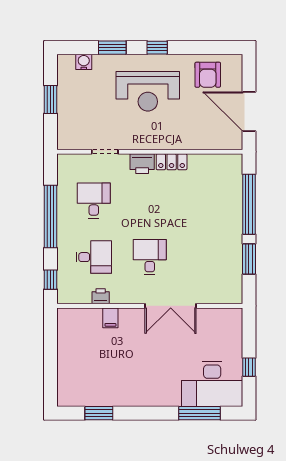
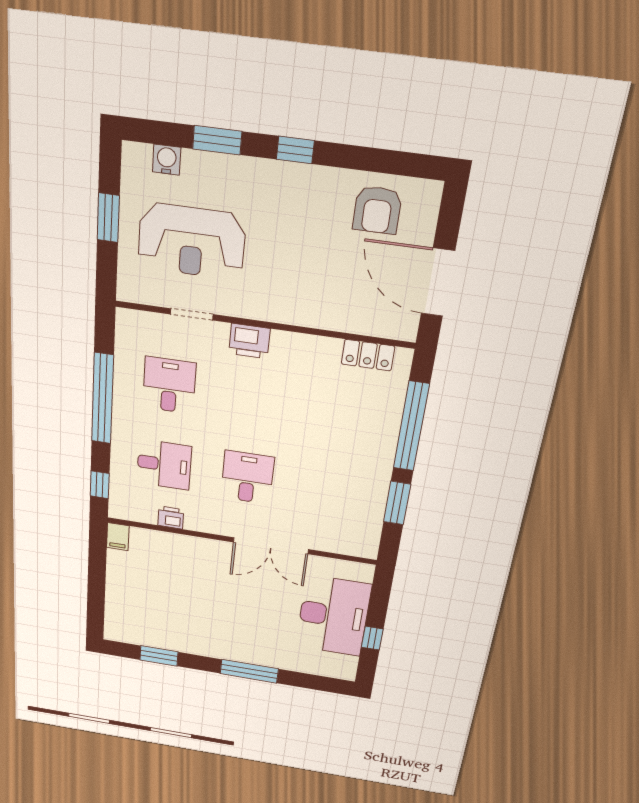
reception desk: (148, 91) -> (192, 241), moved
locker: (172, 162) -> (368, 355), moved
filing cabinet: (110, 318) -> (118, 537), moved
desk: (212, 384) -> (333, 616), moved, turned -90
window: (199, 413) -> (249, 671), moved

